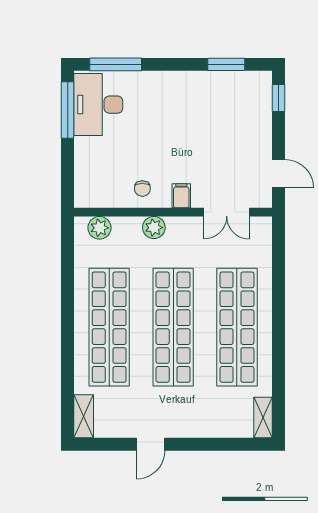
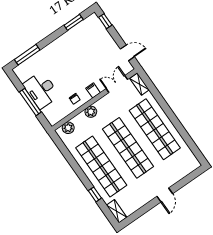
desk: (98, 105) -> (41, 90), moved
window: (68, 110) -> (30, 102), moved
double door: (227, 212) -> (117, 84), swing flipped
window: (68, 365) -> (95, 194), added
shelving: (263, 418) -> (139, 84), moved
door: (150, 444) -> (165, 195), moved

